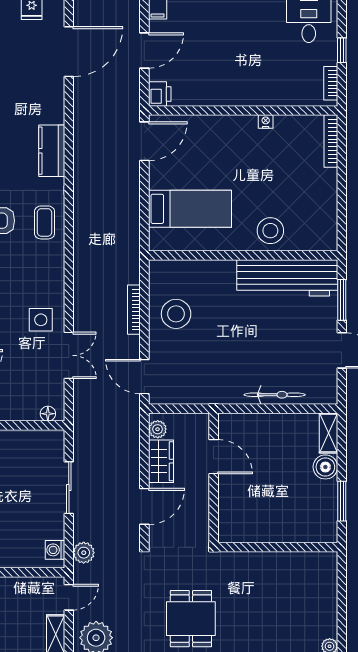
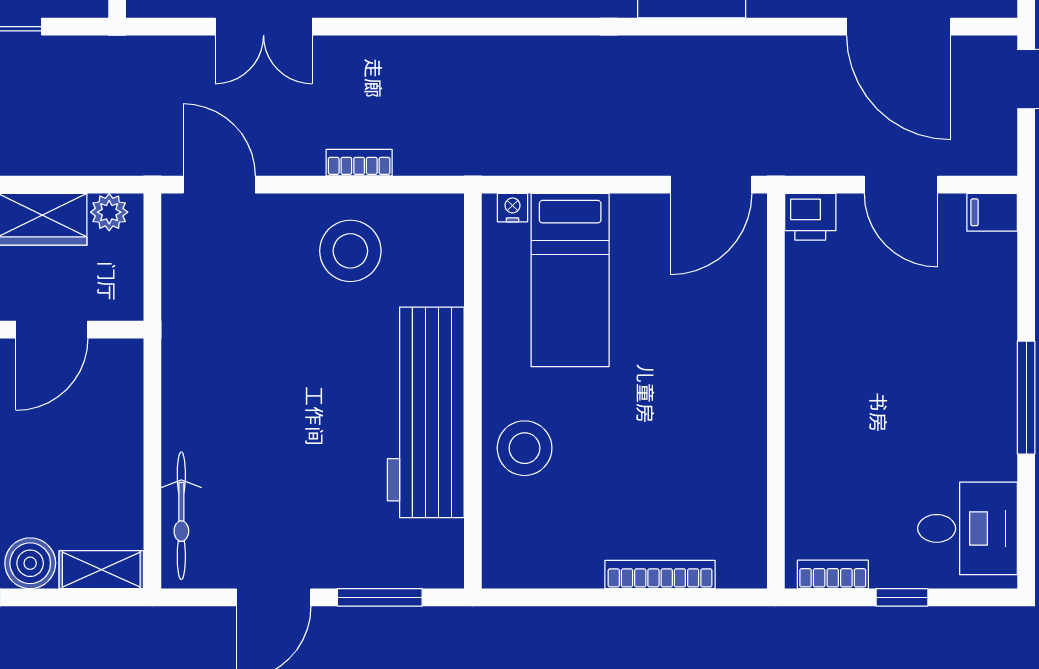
nightstand: (266, 121) -> (513, 208), moved, turned -90
door: (144, 141) -> (711, 185), hinge flipped
bookcase: (331, 141) -> (660, 575), moved
workbench: (287, 278) -> (426, 412), moved
bookcase: (134, 310) -> (359, 163), width x0.64
door: (144, 377) -> (219, 185), hinge flipped
bicycle: (275, 395) -> (181, 516), moved

